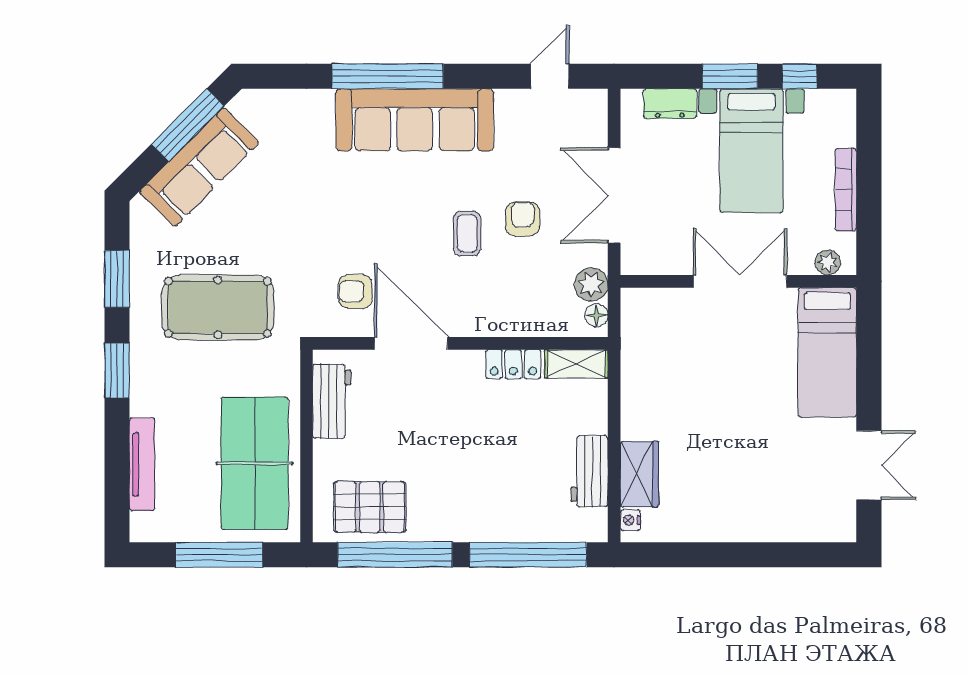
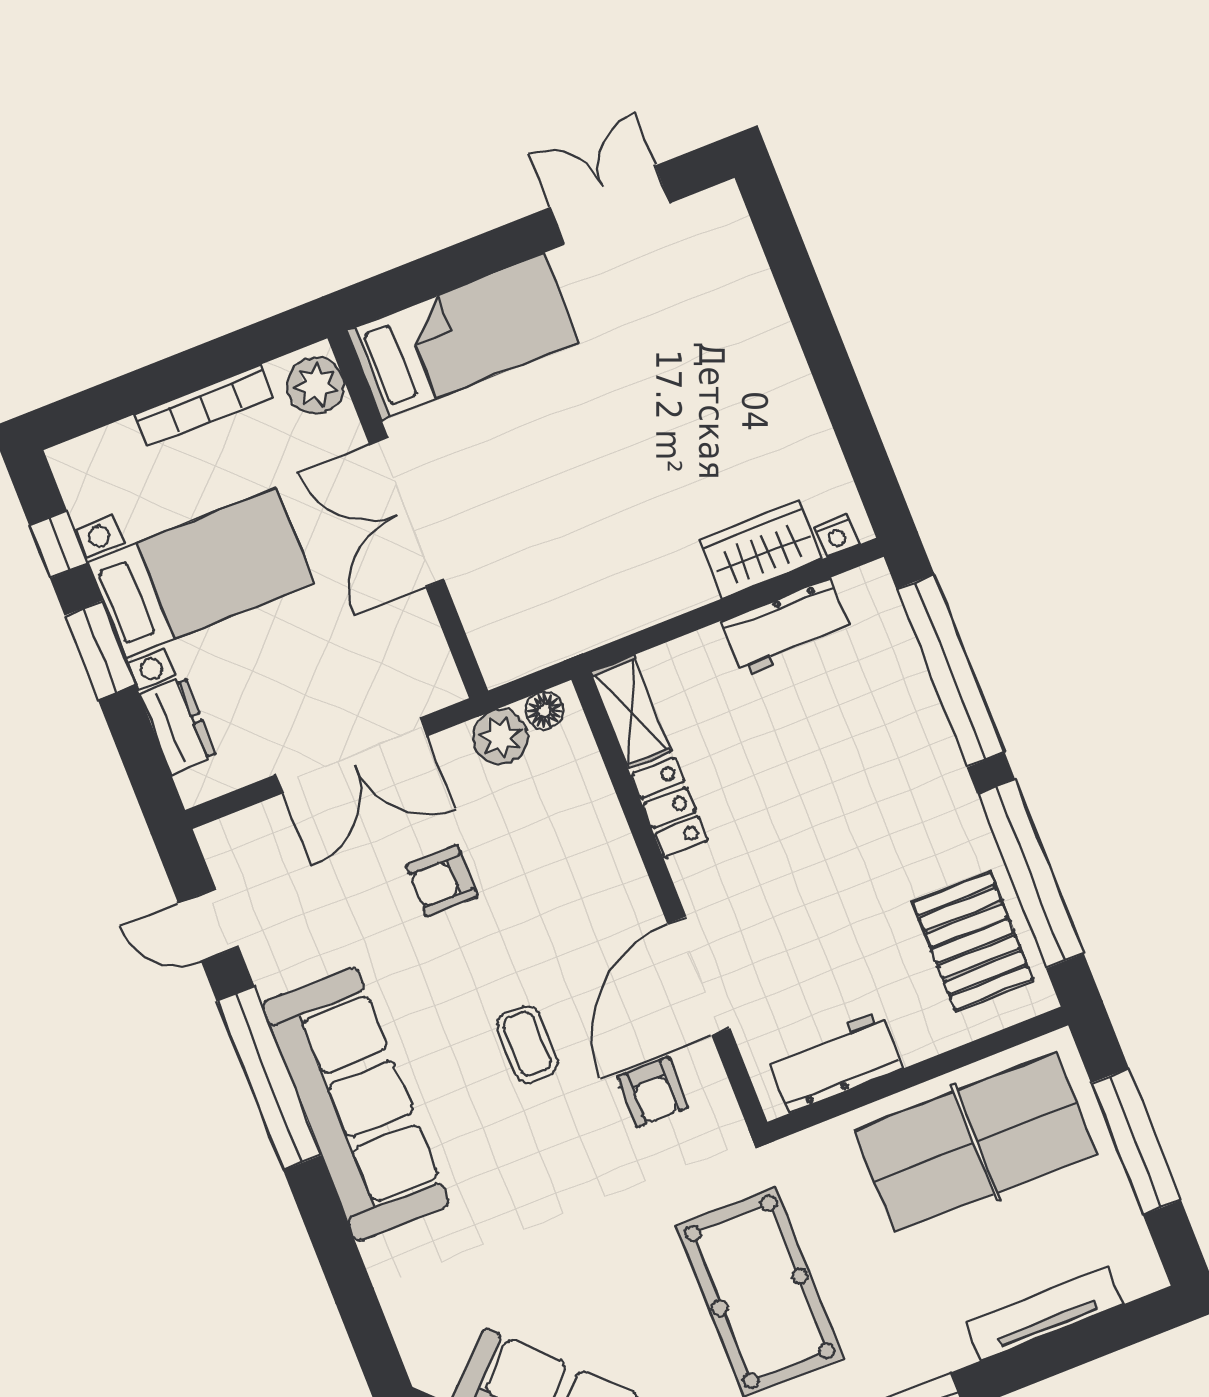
window: (388, 76) -> (269, 1078), moved
coffee table: (467, 233) -> (527, 1044), moved, turned 90
plant: (828, 263) -> (316, 385), width x1.38, depth x1.38

